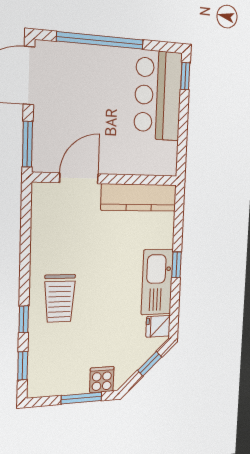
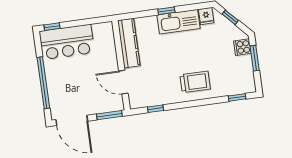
window: (24, 319) -> (155, 109), moved

